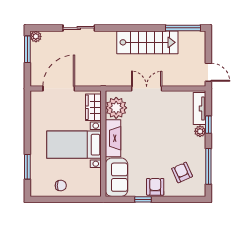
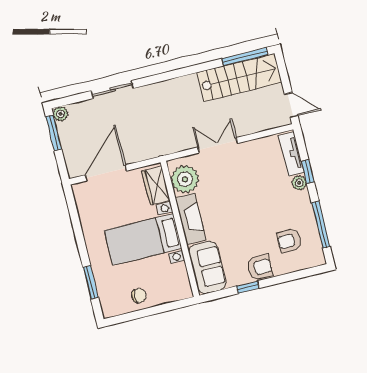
stairs: (147, 42) -> (239, 77), moved
armchair: (182, 172) -> (289, 241), turned -66
armchair: (155, 187) -> (260, 267), turned 90

